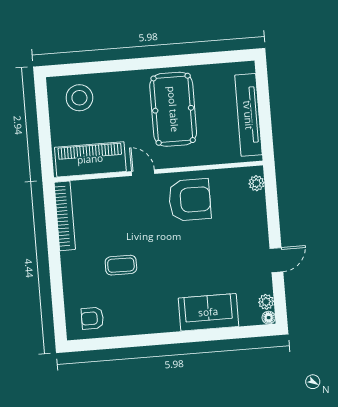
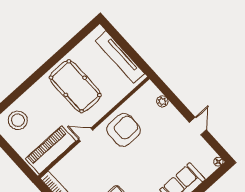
plant: (256, 183) -> (162, 101), moved
plant: (266, 302) -> (210, 154), removed

